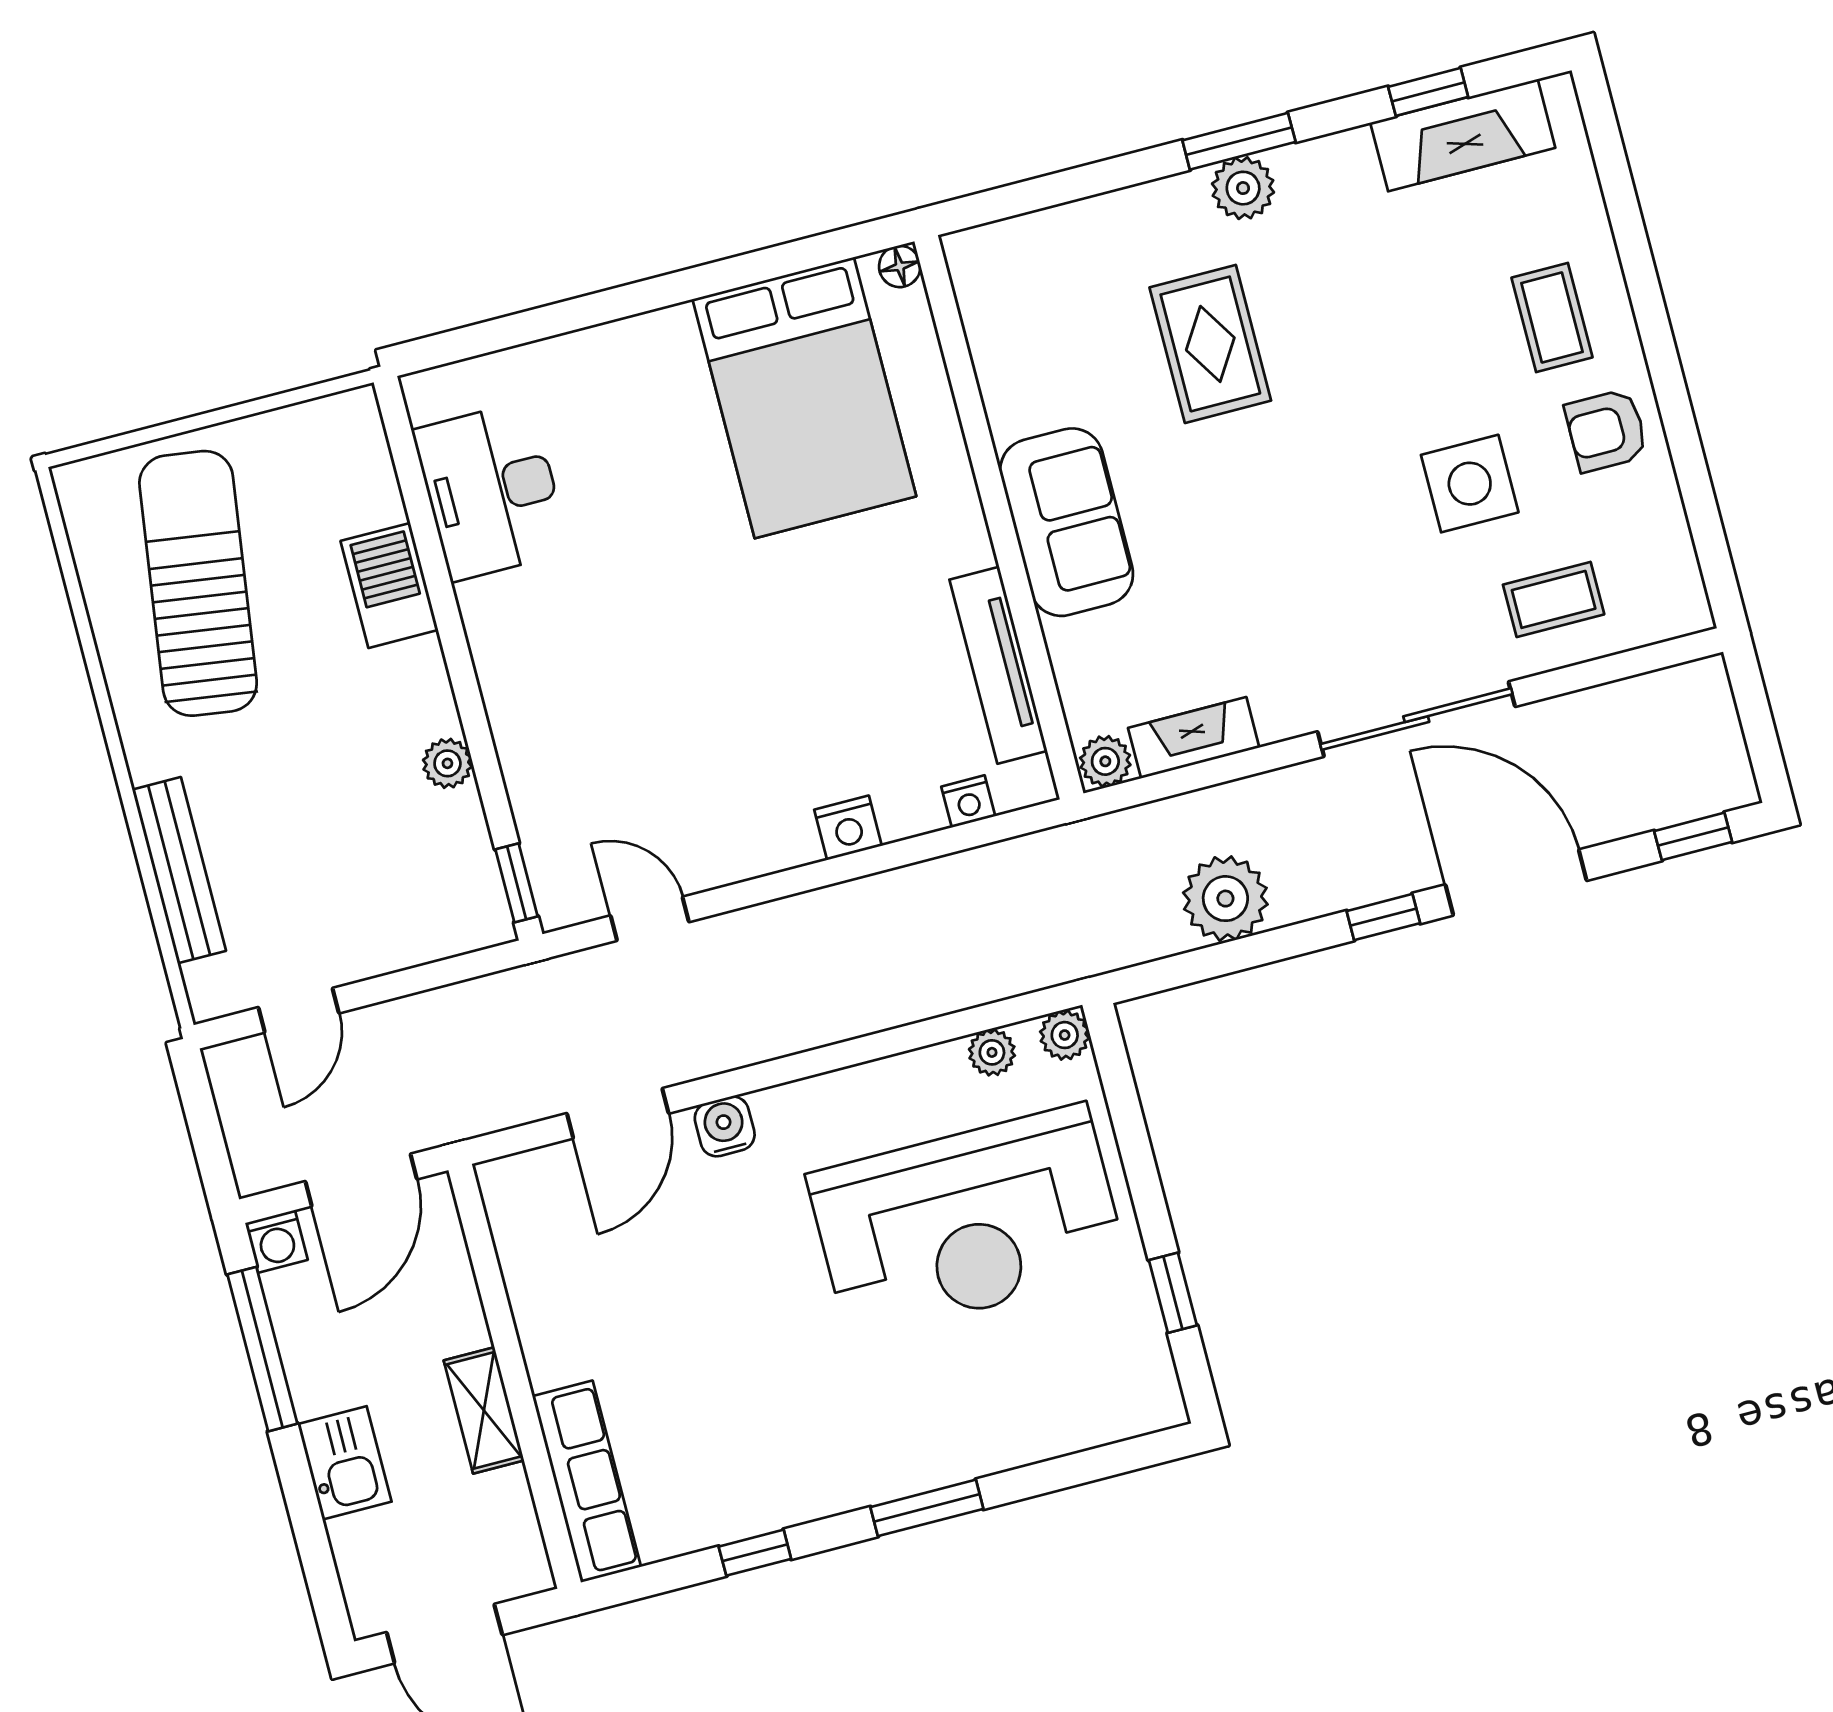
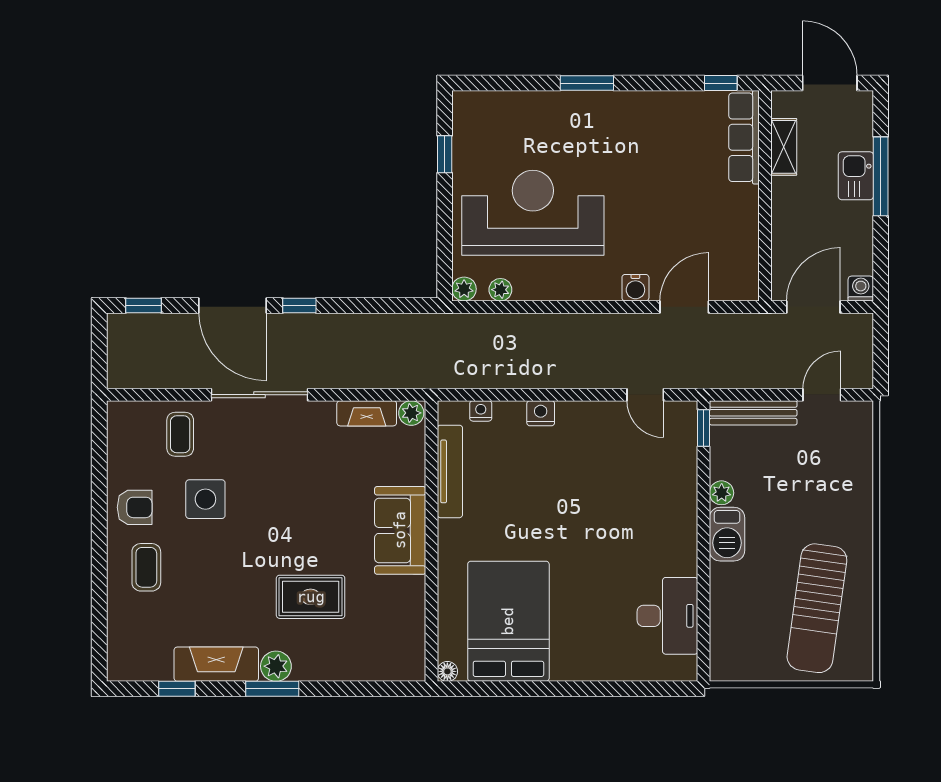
fireplace: (1463, 135) -> (216, 664), moved
rug: (1210, 344) -> (311, 597), turned 90
barbecue: (389, 585) -> (727, 534), moved
coffee table: (1554, 599) -> (180, 434), turned 90
bench: (179, 870) -> (753, 413), moved, turned 90
plant: (1225, 899) -> (372, 334), removed
window: (262, 1349) -> (881, 176), moved
shelving: (484, 1410) -> (784, 147), moved
window: (755, 1553) -> (721, 83), moved

